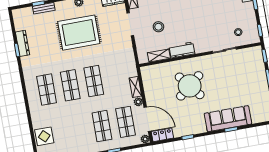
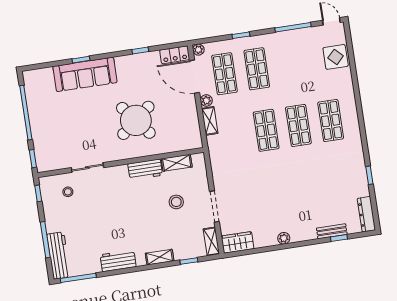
rug: (79, 33) -> (285, 197), removed
dresser: (23, 43) -> (366, 214), moved

